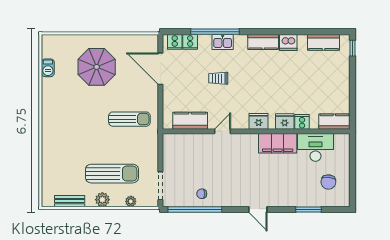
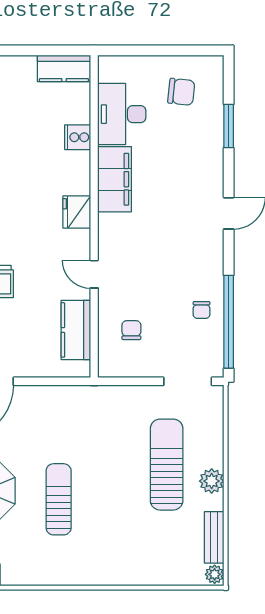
sun lounger: (129, 119) -> (59, 499), moved
fridge: (285, 122) -> (77, 167), removed
kitchen counter: (334, 122) -> (64, 68), moved, turned -90
chair: (190, 153) -> (131, 330), added
plant: (131, 201) -> (215, 574), moved

